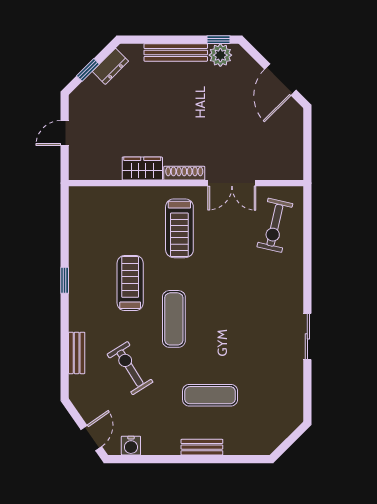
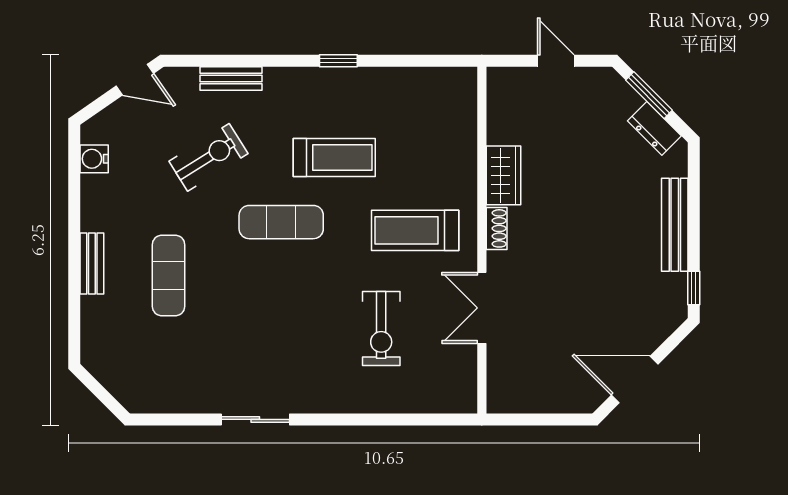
plant: (220, 55) -> (671, 291), removed
window: (88, 70) -> (649, 95), width x1.50
shoe rack: (184, 173) -> (497, 228), width x0.70
exercise bike: (275, 225) -> (381, 329), moved, turned -103
door: (91, 438) -> (135, 80), moved

